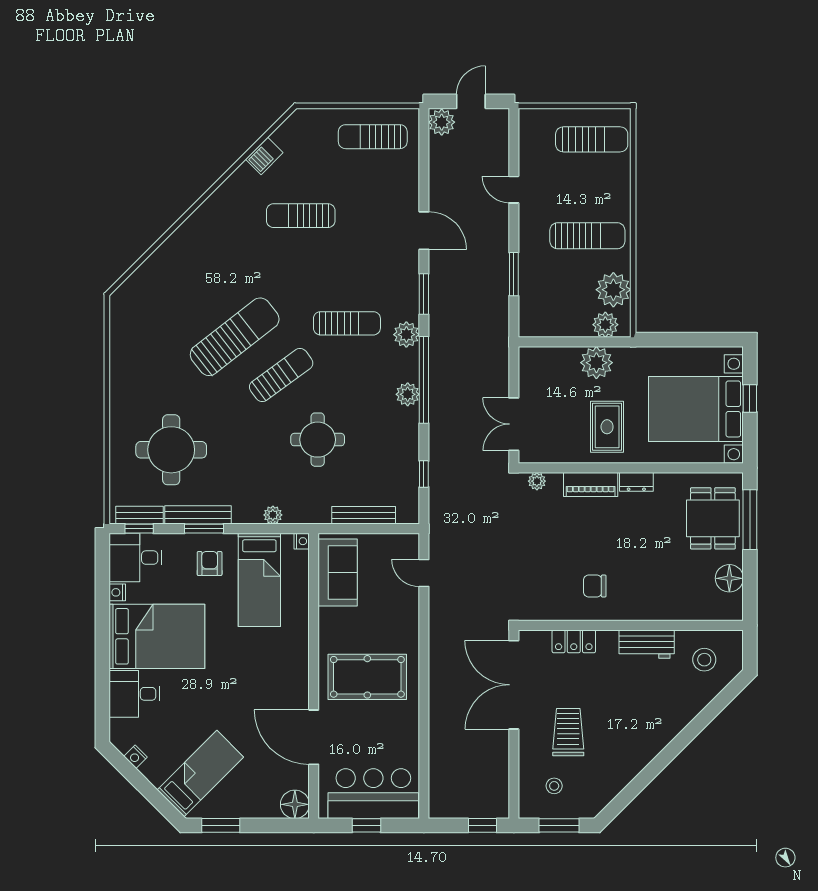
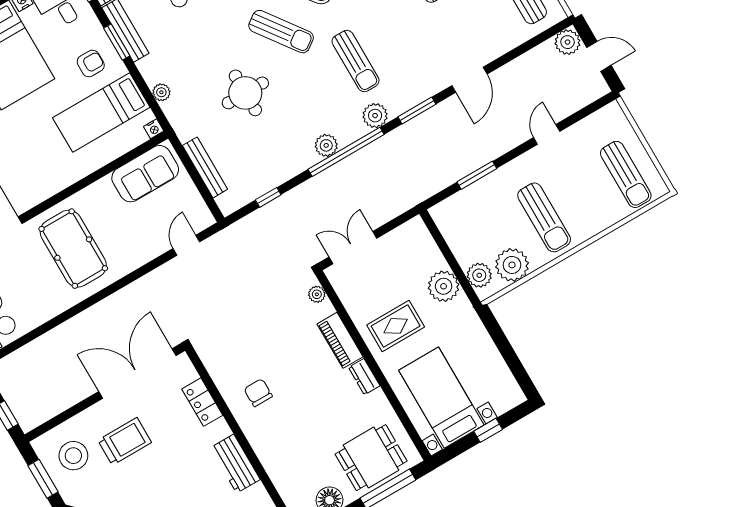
bed with nightstands: (696, 409) -> (441, 398), width x0.73
stool: (554, 786) -> (73, 456), width x1.89, depth x1.89

